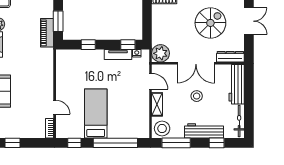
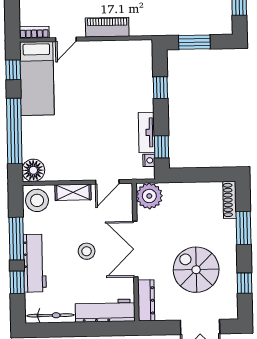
spiral stairs: (210, 23) -> (196, 270), turned 180
piano: (47, 33) -> (107, 27), moved
bed: (96, 114) -> (37, 78), moved, turned 90
floor lamp: (142, 131) -> (33, 170), added
window: (176, 143) -> (16, 239), moved

